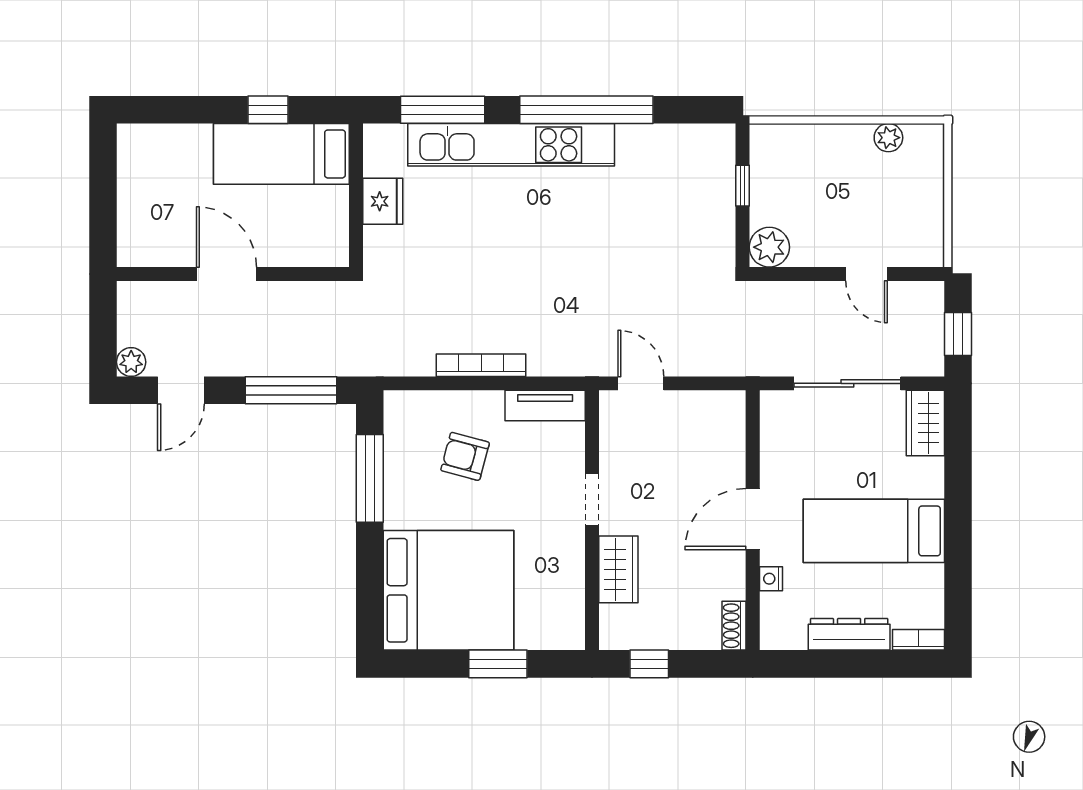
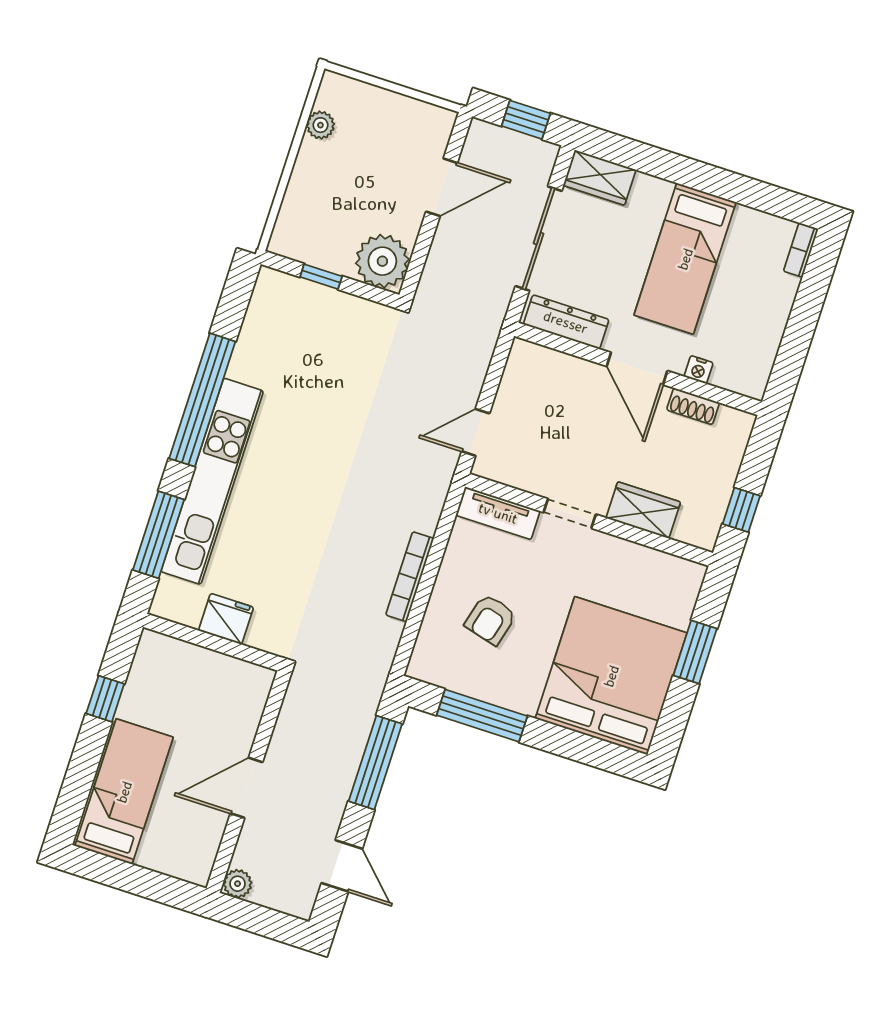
bed: (281, 154) -> (124, 792), moved, turned 180
plant: (769, 247) -> (382, 261), width x1.36, depth x1.36
door: (866, 274) -> (442, 187), width x1.38
plant: (131, 362) -> (238, 884), moved
tv unit: (545, 406) -> (498, 513), moved, turned 90
shoe rack: (734, 626) -> (693, 406), moved
dresser: (849, 634) -> (566, 322), moved, turned 90

